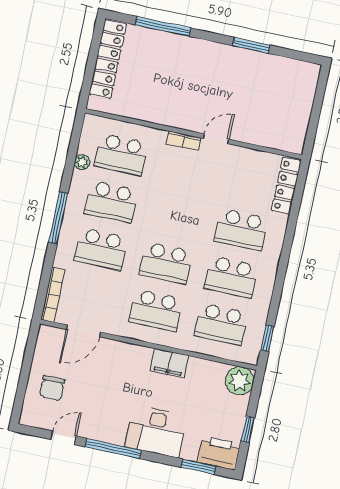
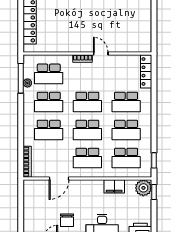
door: (216, 139) -> (101, 53), hinge flipped
school desk: (176, 216) -> (87, 102), added
window: (58, 218) -> (21, 78), moved
door: (83, 331) -> (59, 179), moved
filing cabinet: (169, 363) -> (114, 186), moved
chair: (52, 388) -> (67, 220), moved
window: (248, 429) -> (154, 192), moved

